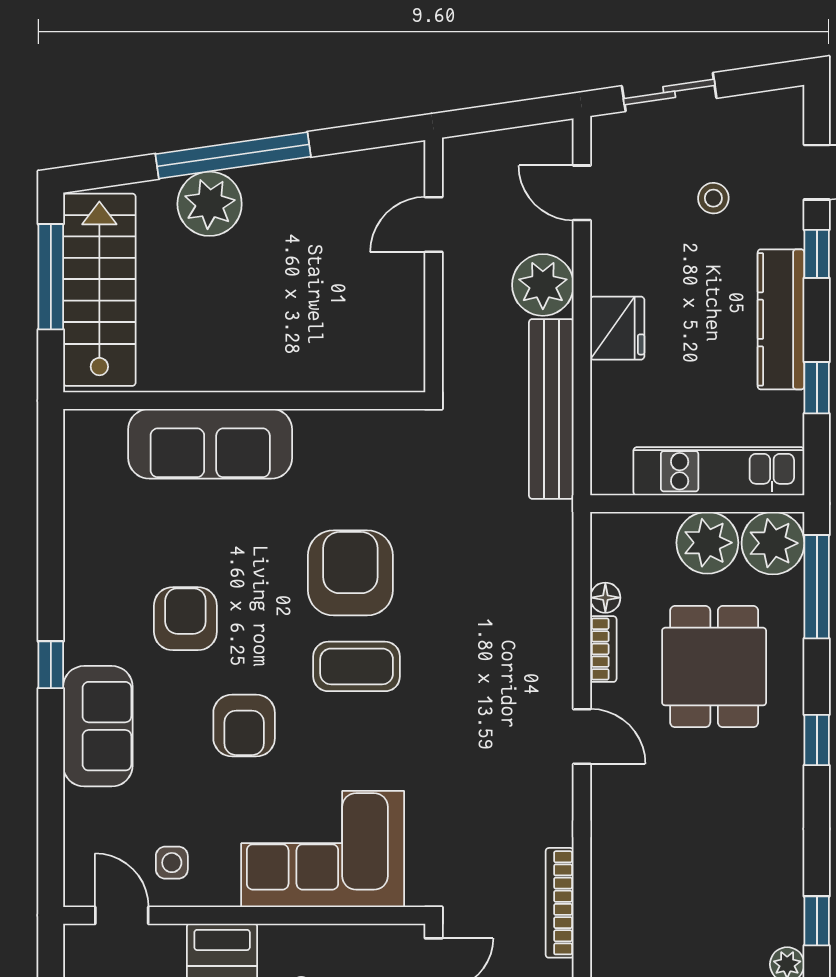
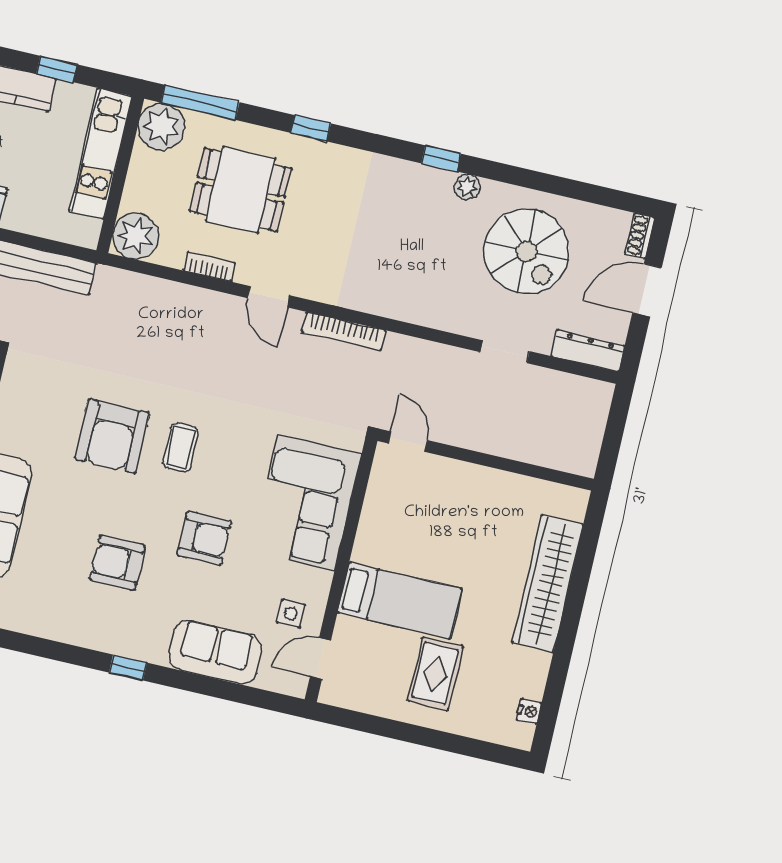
plant: (707, 543) -> (136, 236), moved
armchair: (350, 573) -> (112, 436), turned -90
floor lamp: (605, 598) -> (173, 257), removed
coffee table: (357, 666) -> (180, 447), width x0.73, depth x0.77
sofa: (98, 726) -> (215, 652), moved
door: (582, 736) -> (269, 297), swing flipped
bookcase: (560, 903) -> (344, 331), moved

